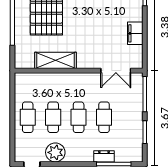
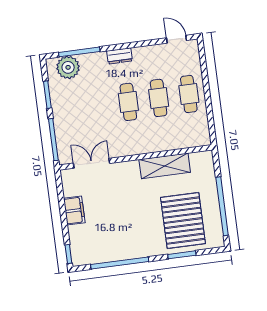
cafe table: (104, 117) -> (98, 106), removed
plant: (55, 152) -> (68, 67), moved
dresser: (104, 156) -> (119, 56), moved

